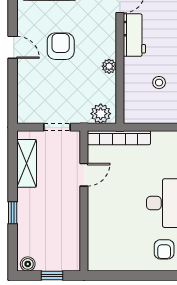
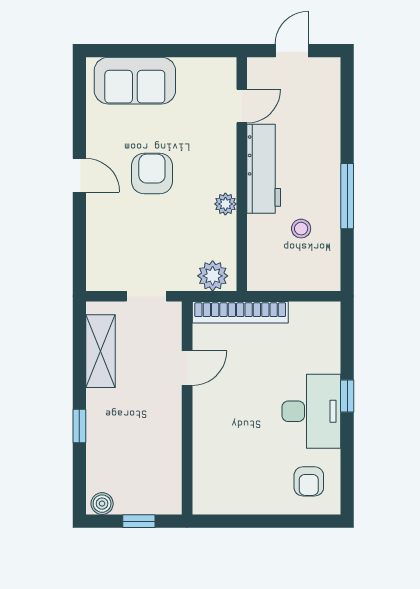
workbench: (134, 35) -> (264, 169), width x1.38

